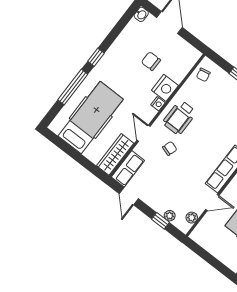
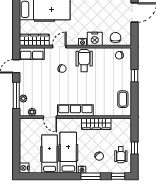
chair: (151, 61) -> (116, 38), moved
wheelchair: (179, 118) -> (84, 60), turned 90
window: (161, 221) -> (16, 95), width x2.17

